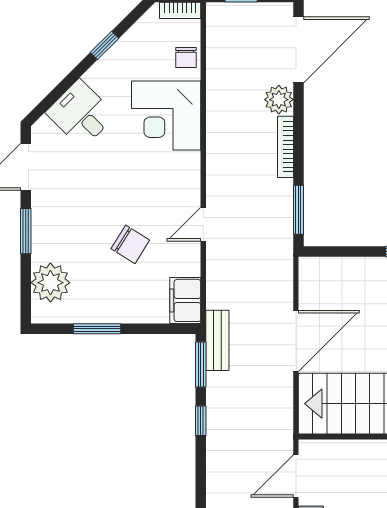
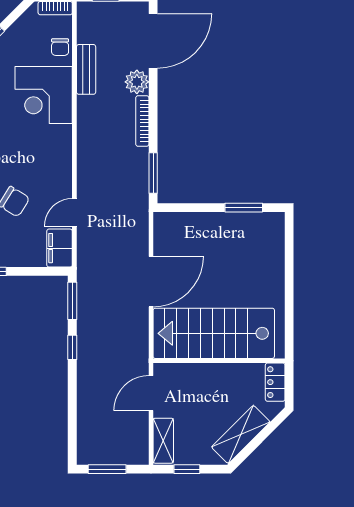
door: (203, 224) -> (74, 212), moved
bench: (217, 340) -> (86, 69), moved

